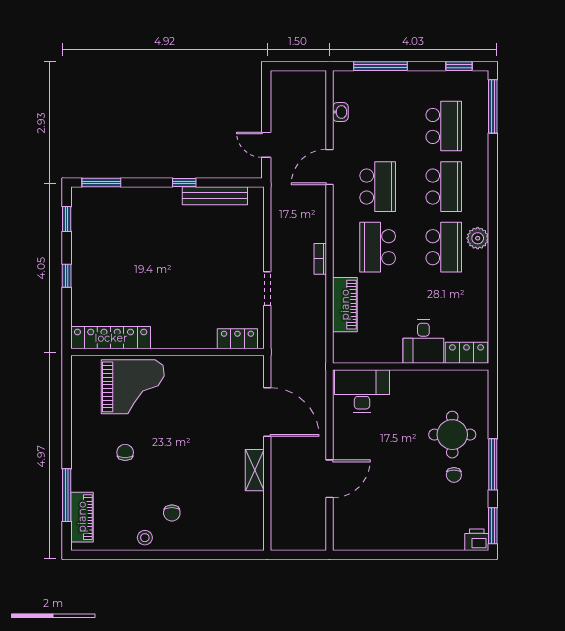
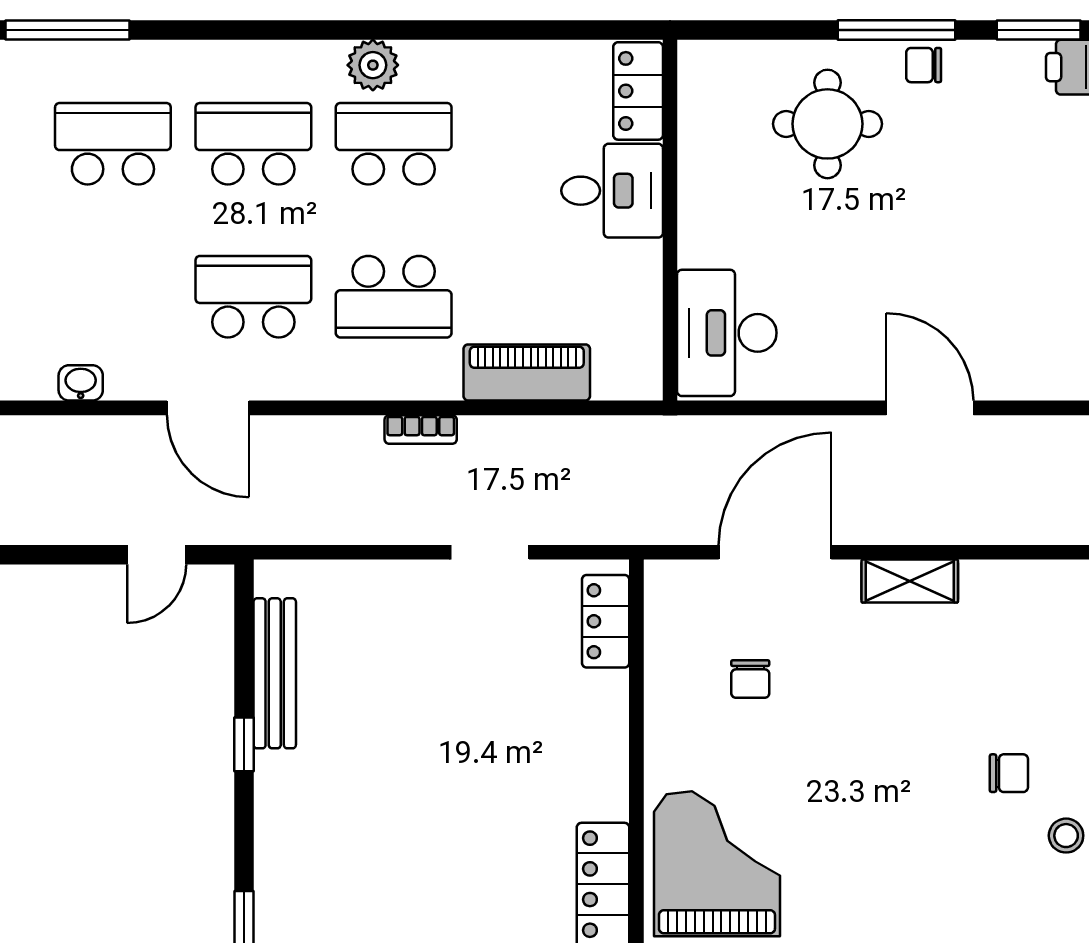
chair: (125, 452) -> (750, 679), moved, turned -90
chair: (454, 475) -> (924, 65), moved, turned 180

